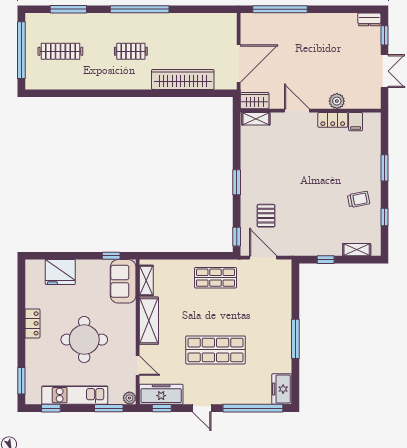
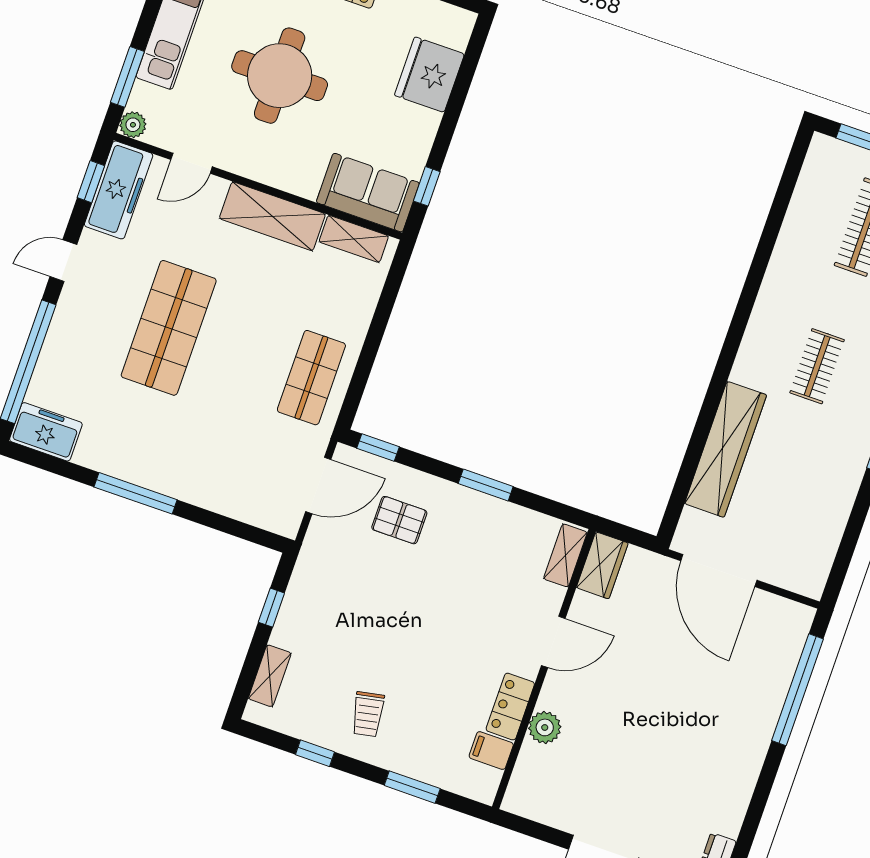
wardrobe: (255, 101) -> (602, 565), moved
plant: (337, 101) -> (545, 727), moved
door: (297, 111) -> (553, 642), moved
wall: (311, 111) -> (544, 669), moved
shelving: (256, 119) -> (565, 555), moved
locker: (333, 120) -> (510, 707), moved
filing cabinet: (356, 122) -> (491, 751), moved

